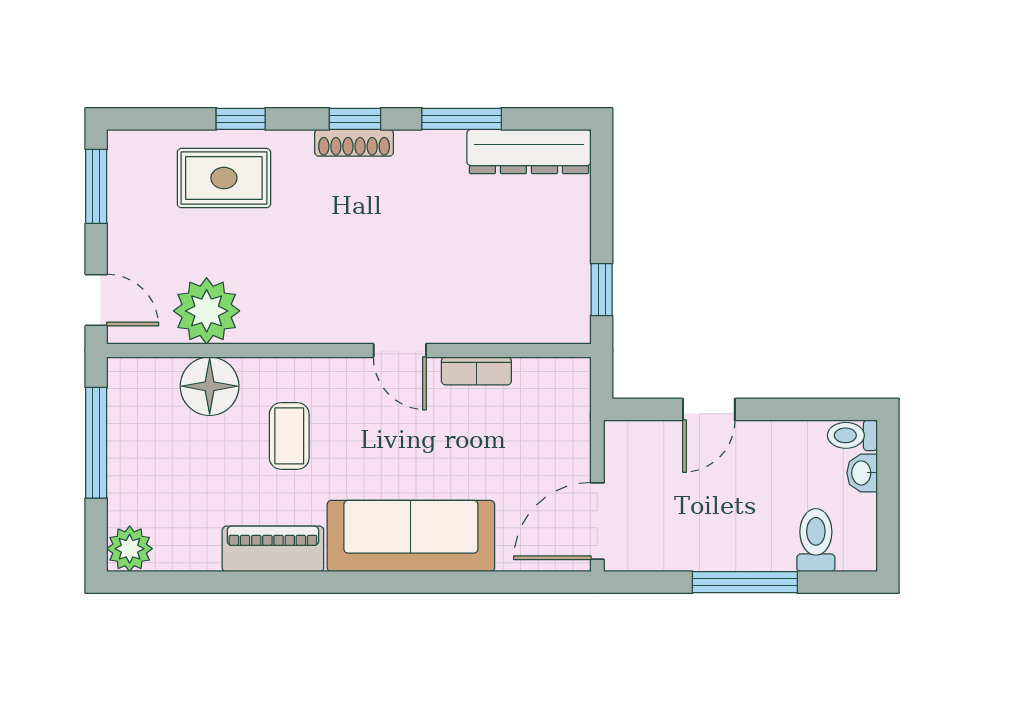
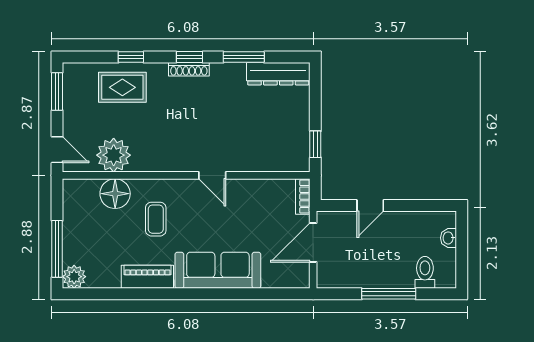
bookcase: (476, 371) -> (303, 197), moved, turned 90
toilet: (852, 435) -> (444, 219), removed
window: (96, 443) -> (57, 249), moved
door: (597, 521) -> (313, 243), moved

